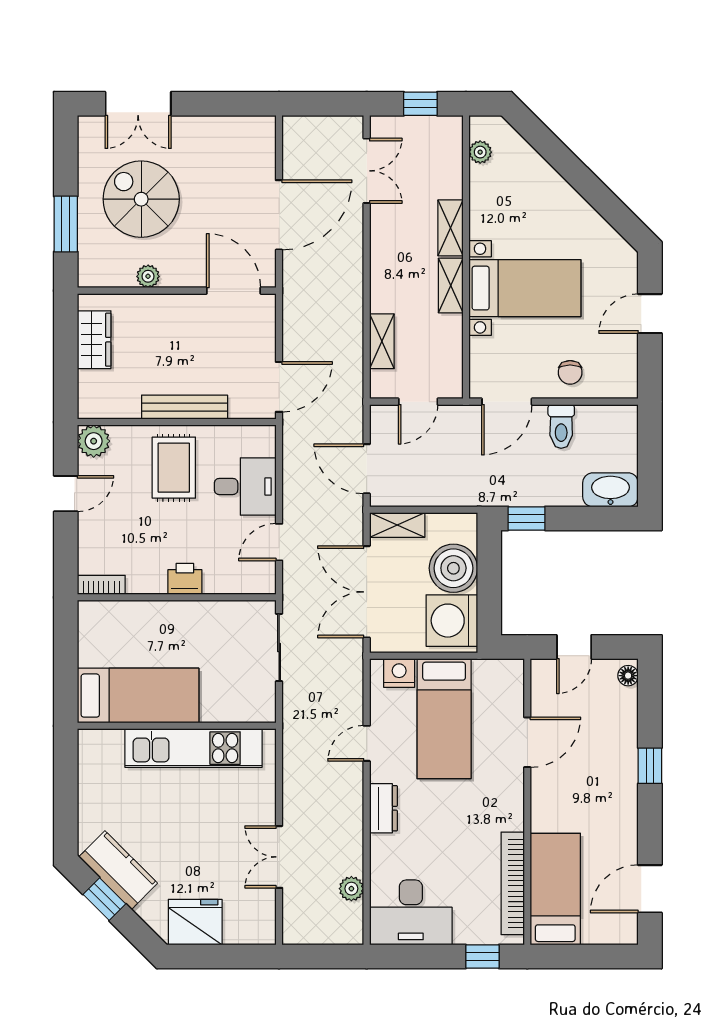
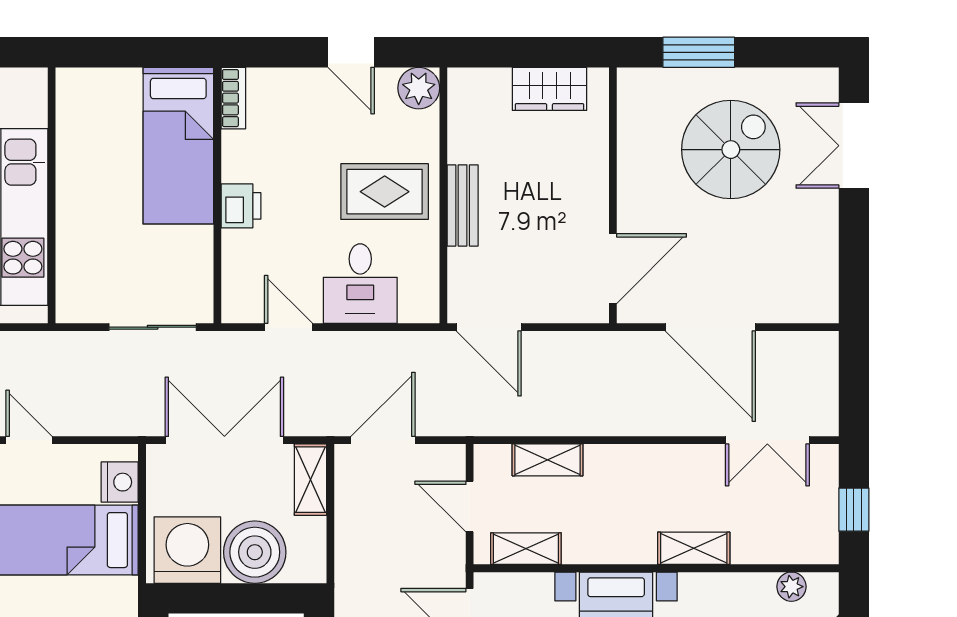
plant: (148, 276) -> (631, 158), removed
shelving: (451, 285) -> (526, 549), moved
bench: (185, 407) -> (463, 205), width x0.73
bed: (138, 696) -> (178, 146), moved

